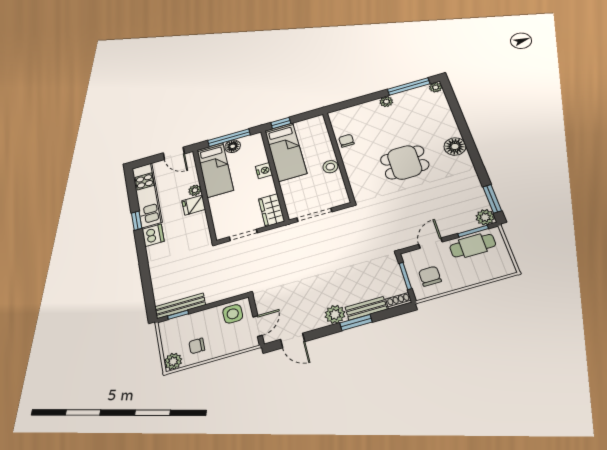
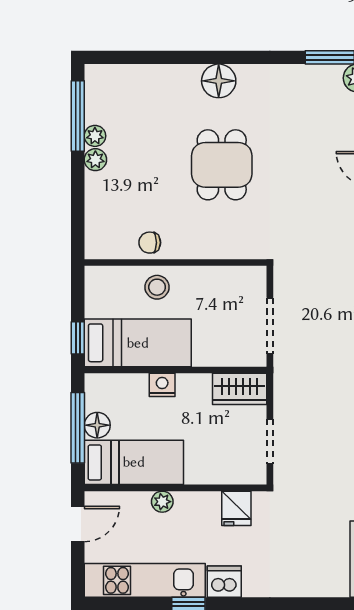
plant: (436, 87) -> (95, 136), moved
stool: (330, 167) -> (157, 287), moved
fridge: (194, 205) -> (236, 508), moved

